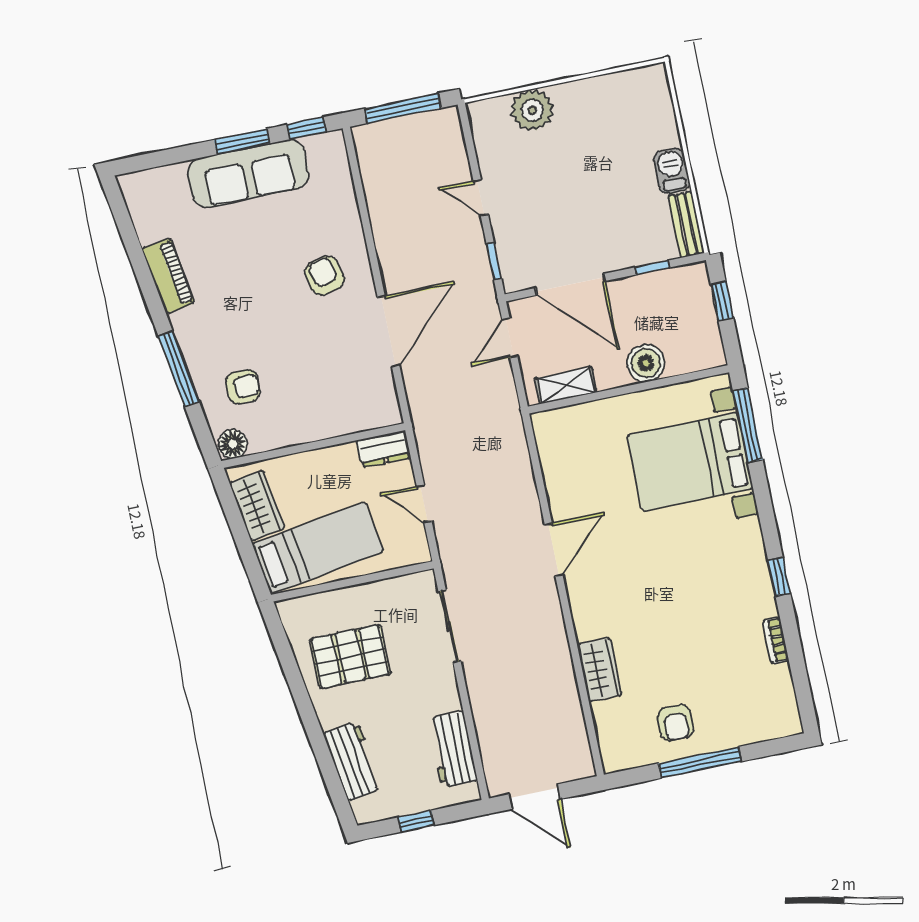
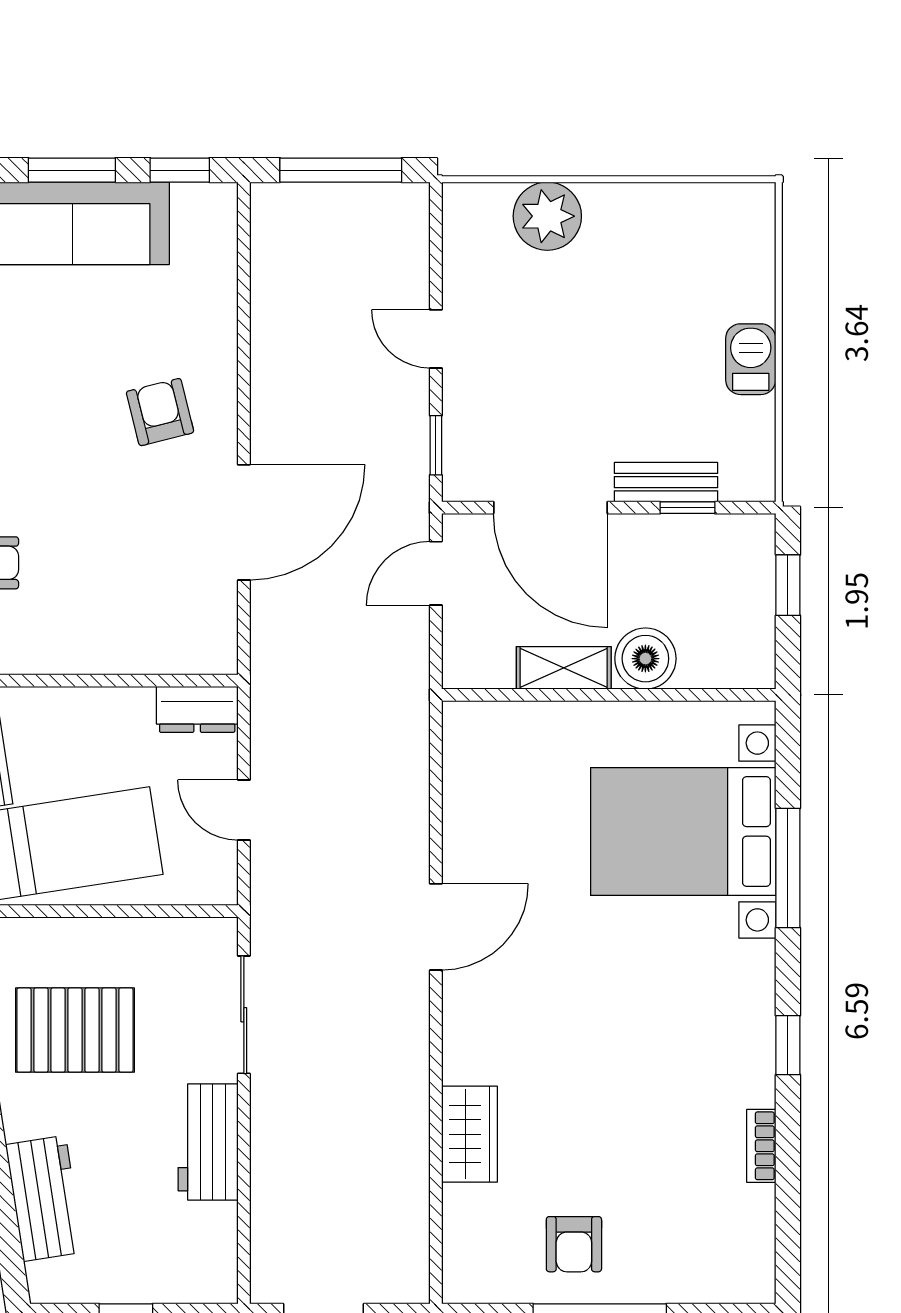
bench: (686, 224) -> (666, 482), moved, turned 90
shelving: (566, 385) -> (564, 668), moved
window: (748, 425) -> (788, 868), moved
workbench: (453, 749) -> (208, 1142), moved

